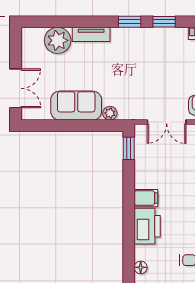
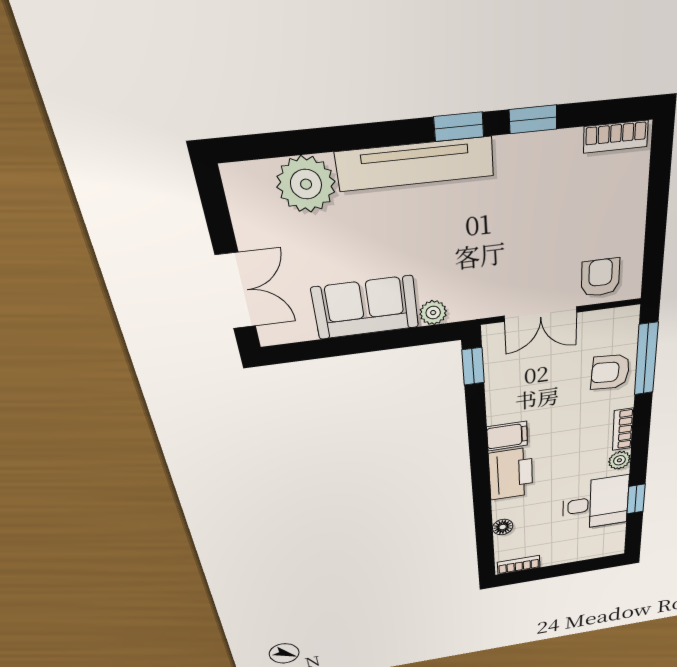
tv unit: (91, 34) -> (416, 164), width x1.92, depth x1.29

